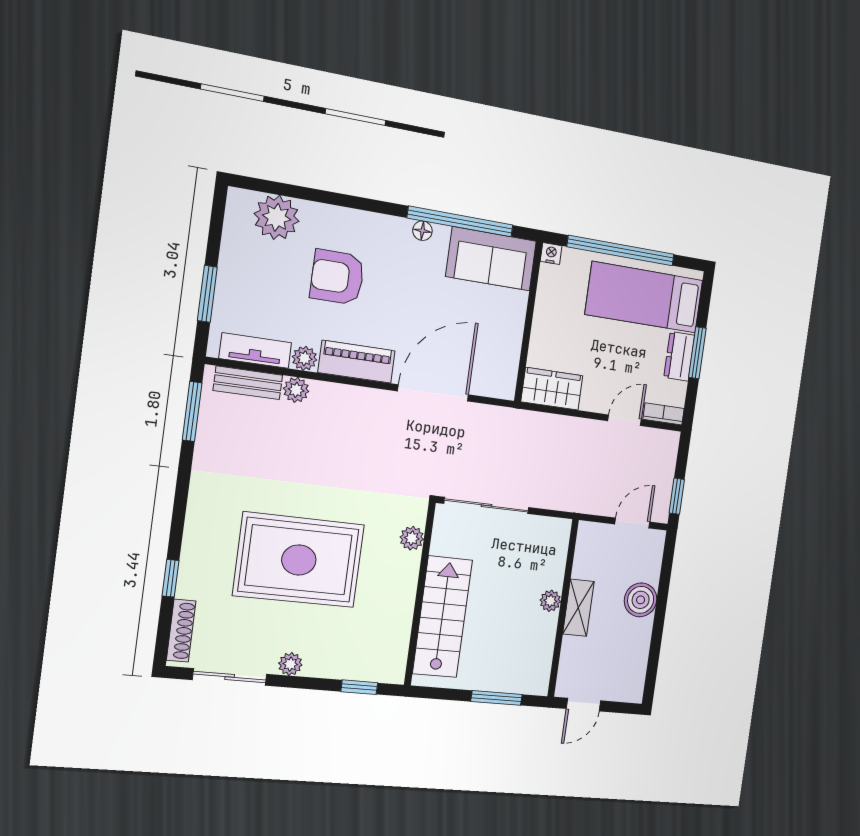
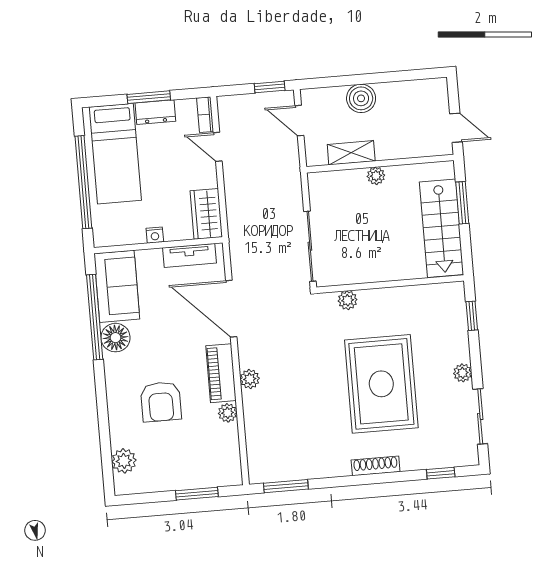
plant: (277, 217) -> (124, 461), width x0.73, depth x0.73
floor lamp: (422, 231) -> (115, 338), width x1.89, depth x1.89
nightstand: (551, 253) -> (155, 235), moved, turned -90
tv unit: (255, 351) -> (189, 255), moved, turned -90
bench: (248, 383) -> (255, 450), removed
plant: (296, 390) -> (250, 379), moved
window: (171, 578) -> (441, 473), moved
shelving: (578, 608) -> (351, 153), moved
stairs: (442, 617) -> (442, 228), moved, turned -90
shoe rack: (181, 631) -> (376, 466), moved

